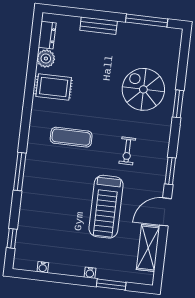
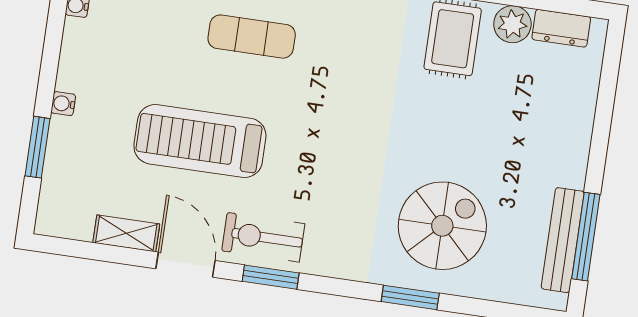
bench: (99, 26) -> (563, 240), moved, width x1.36
exercise mat: (71, 137) -> (252, 37), moved, turned 90
exercise bike: (127, 151) -> (263, 237), moved, width x1.38, depth x1.39
shelving: (148, 248) -> (126, 233), width x0.67, depth x0.75

